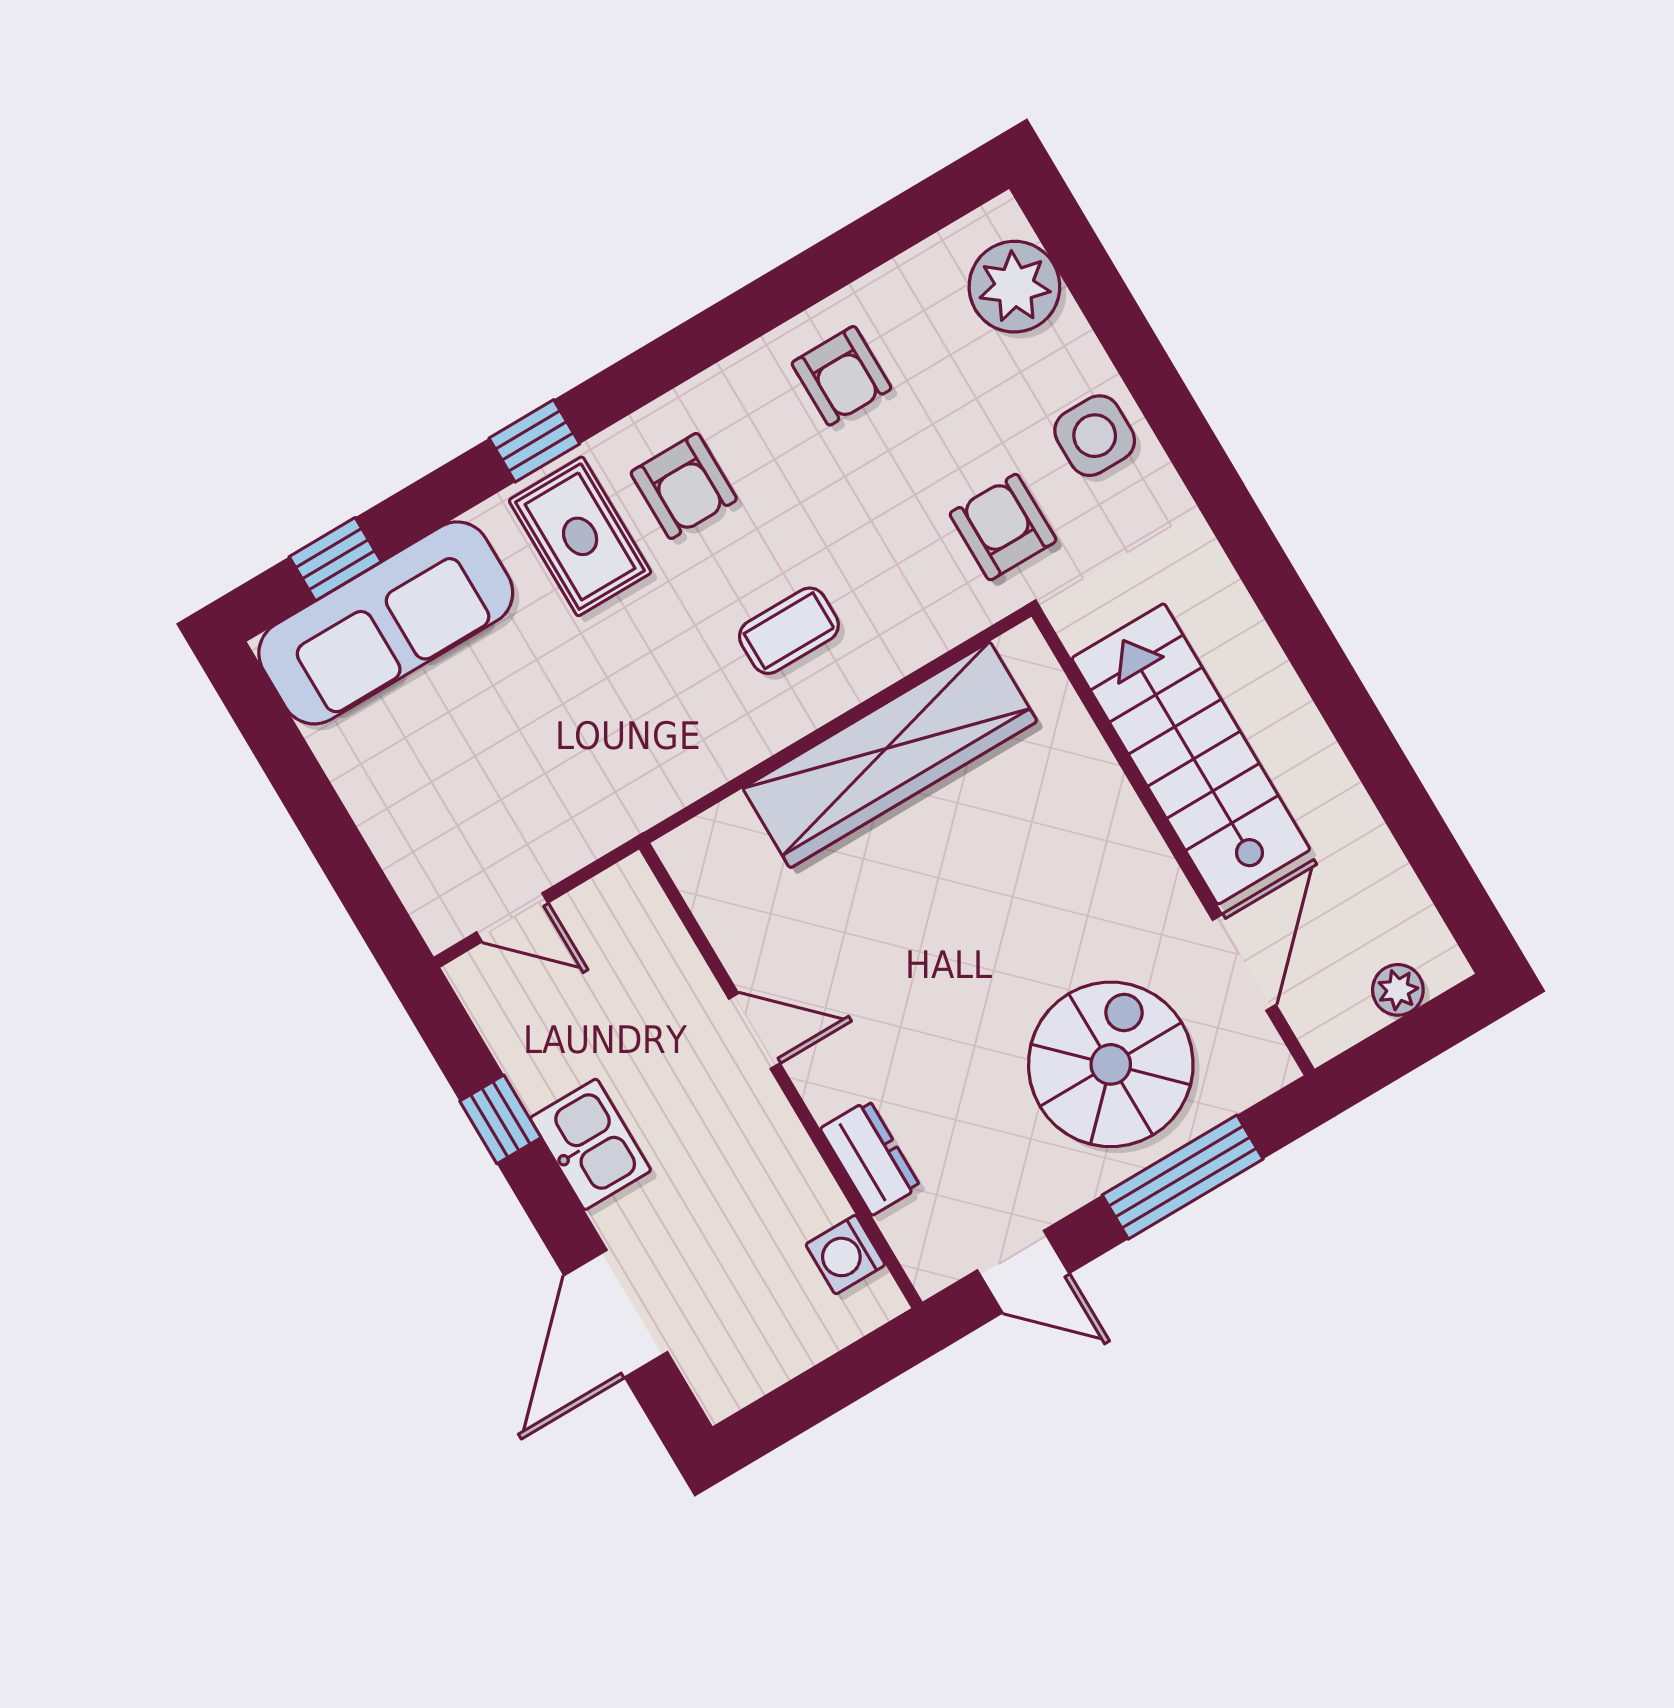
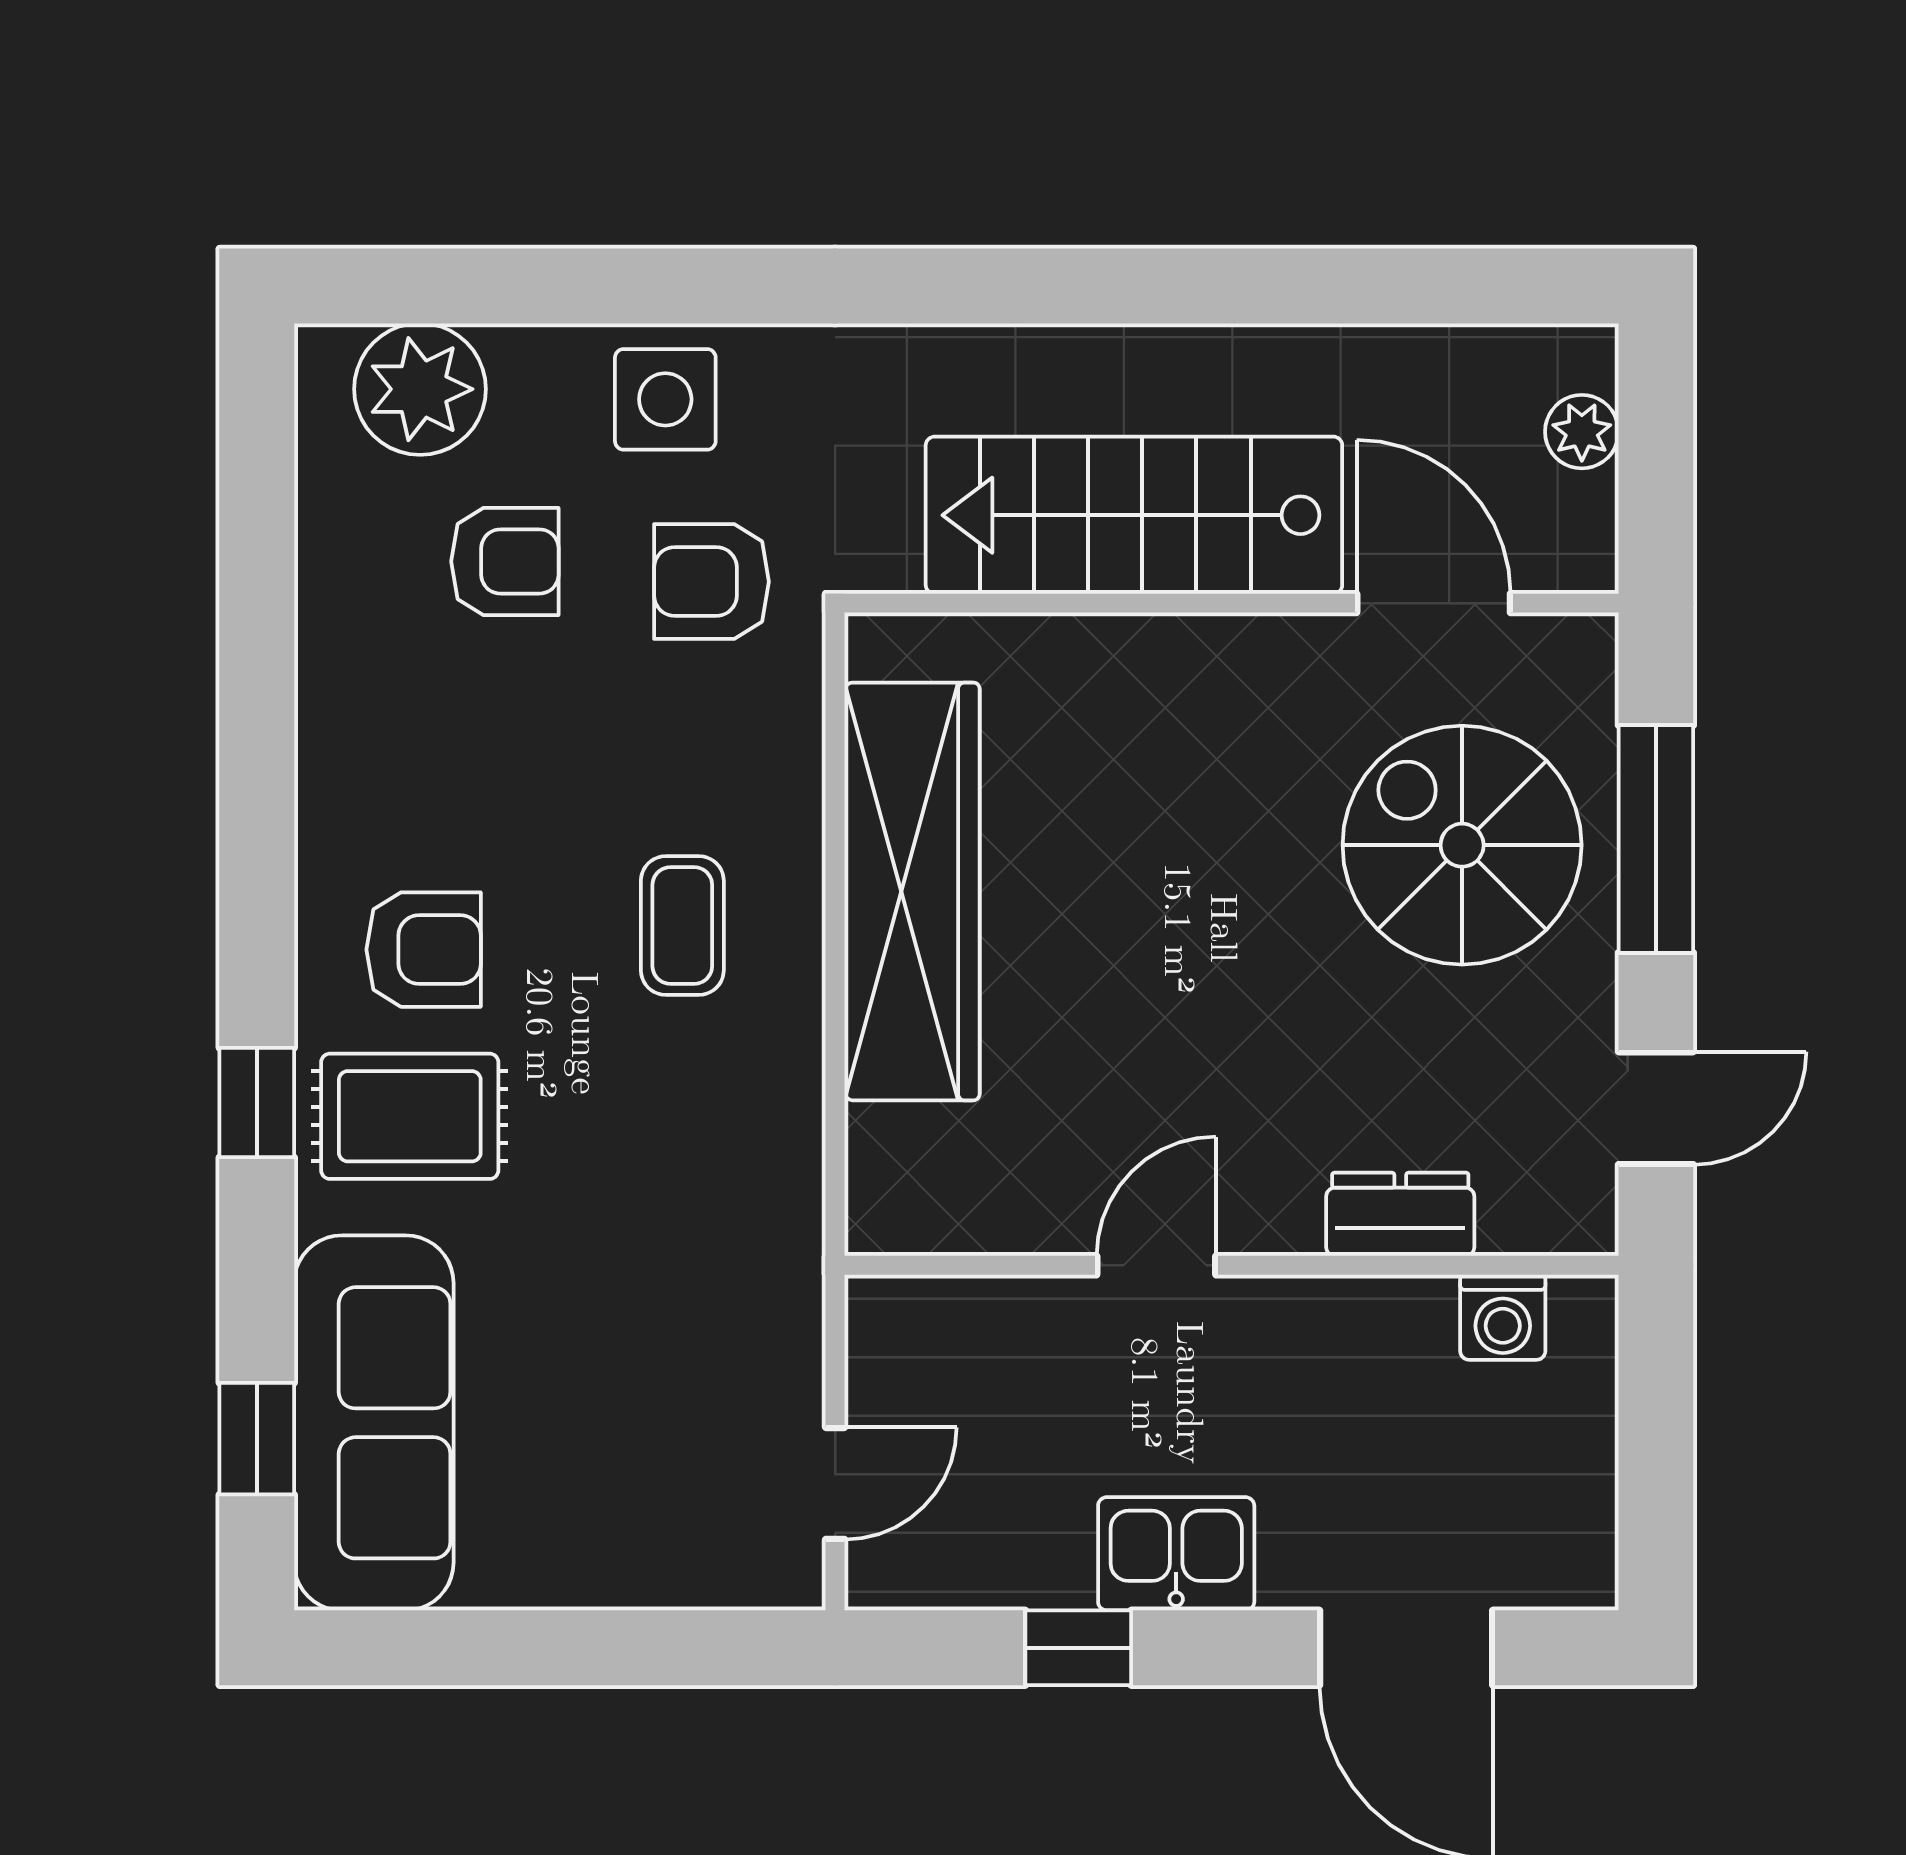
armchair: (842, 376) -> (505, 561), moved

